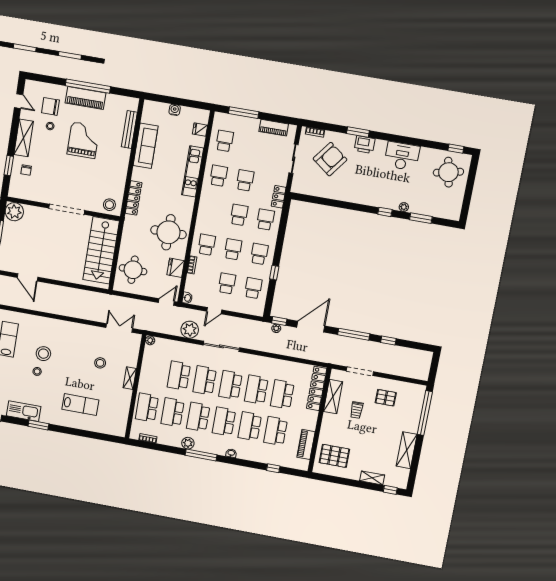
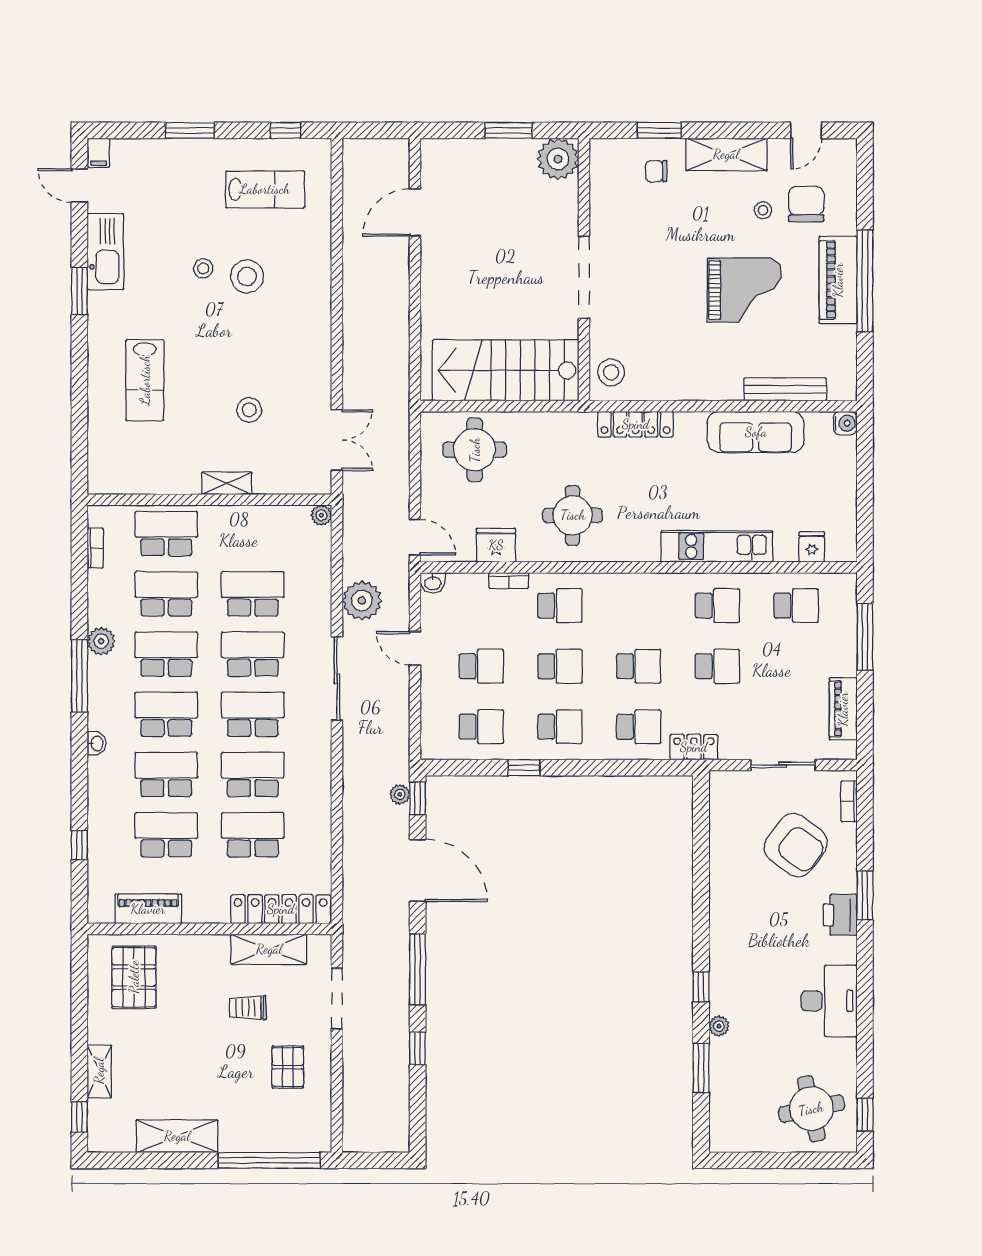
water cooler: (175, 110) -> (845, 423), moved
round table: (168, 232) -> (573, 515), width x0.73, depth x0.73

